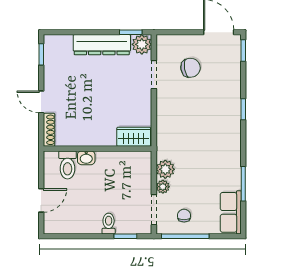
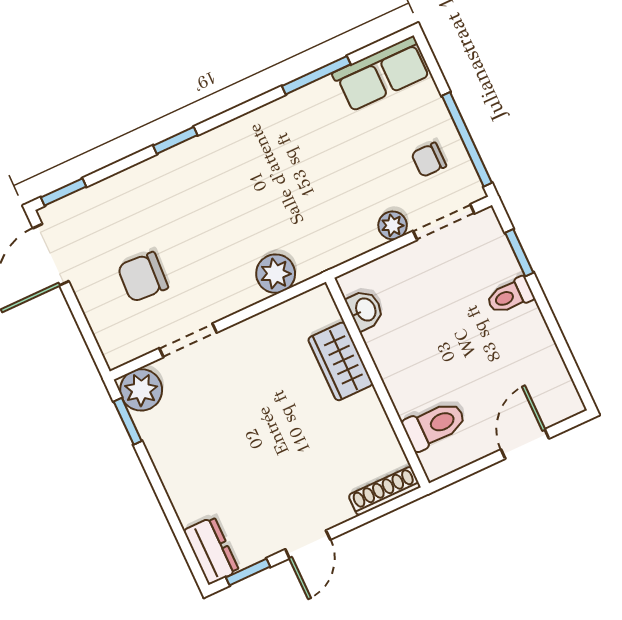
dresser: (102, 45) -> (211, 551), moved, width x0.51, depth x0.80
chair: (190, 68) -> (143, 277), turned -77
door: (41, 102) -> (308, 544), moved
wardrobe: (134, 137) -> (340, 361), moved
washbasin: (86, 158) -> (365, 310), moved
plant: (165, 169) -> (276, 274), moved
door: (41, 200) -> (525, 444), hinge flipped

